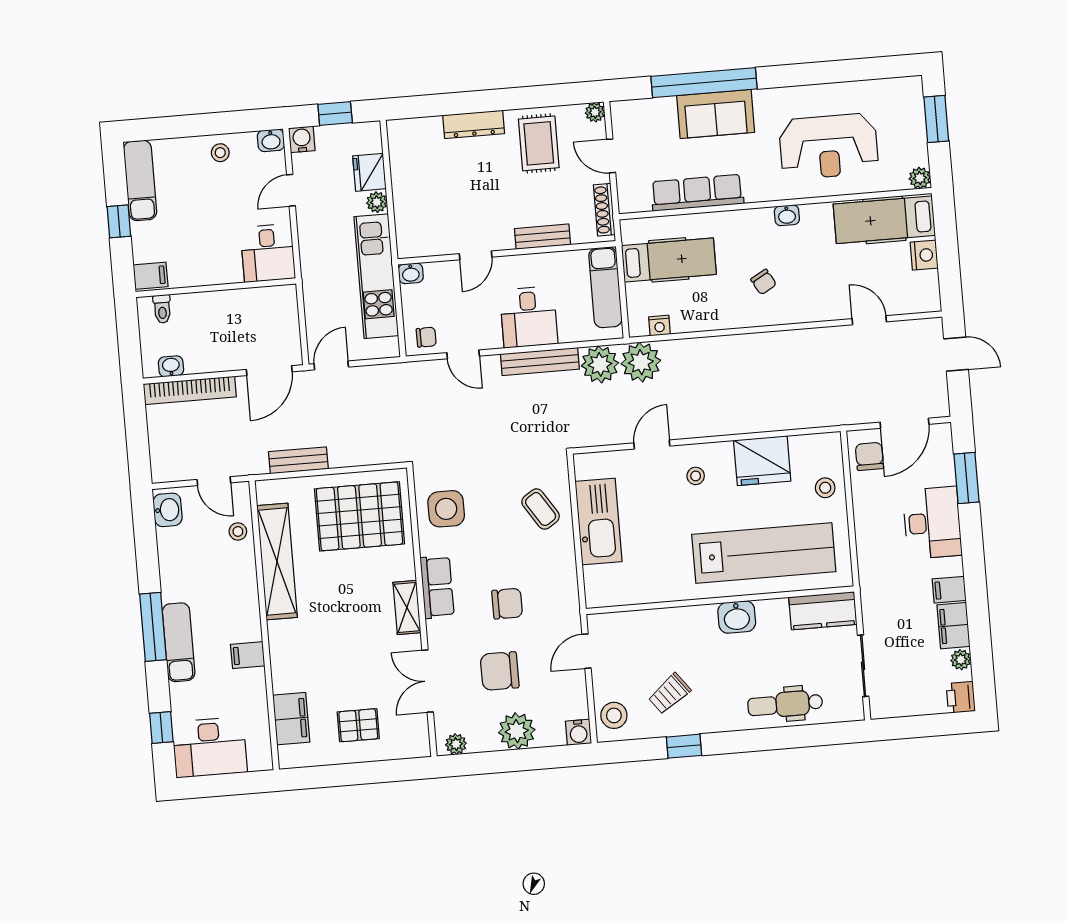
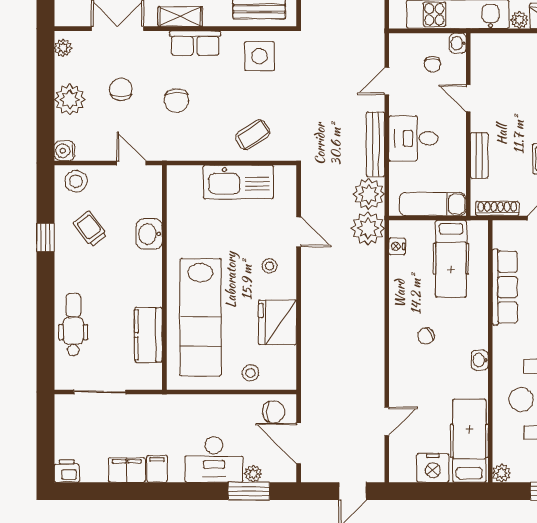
nightstand: (924, 255) -> (433, 468), width x1.36, depth x1.33
chair: (426, 337) -> (432, 64), moved
kitchen counter: (823, 611) -> (148, 335), moved
washbasin: (737, 617) -> (149, 234), moved
plant: (961, 660) -> (253, 474), moved
chair: (500, 671) -> (121, 89), width x0.73, depth x0.73

